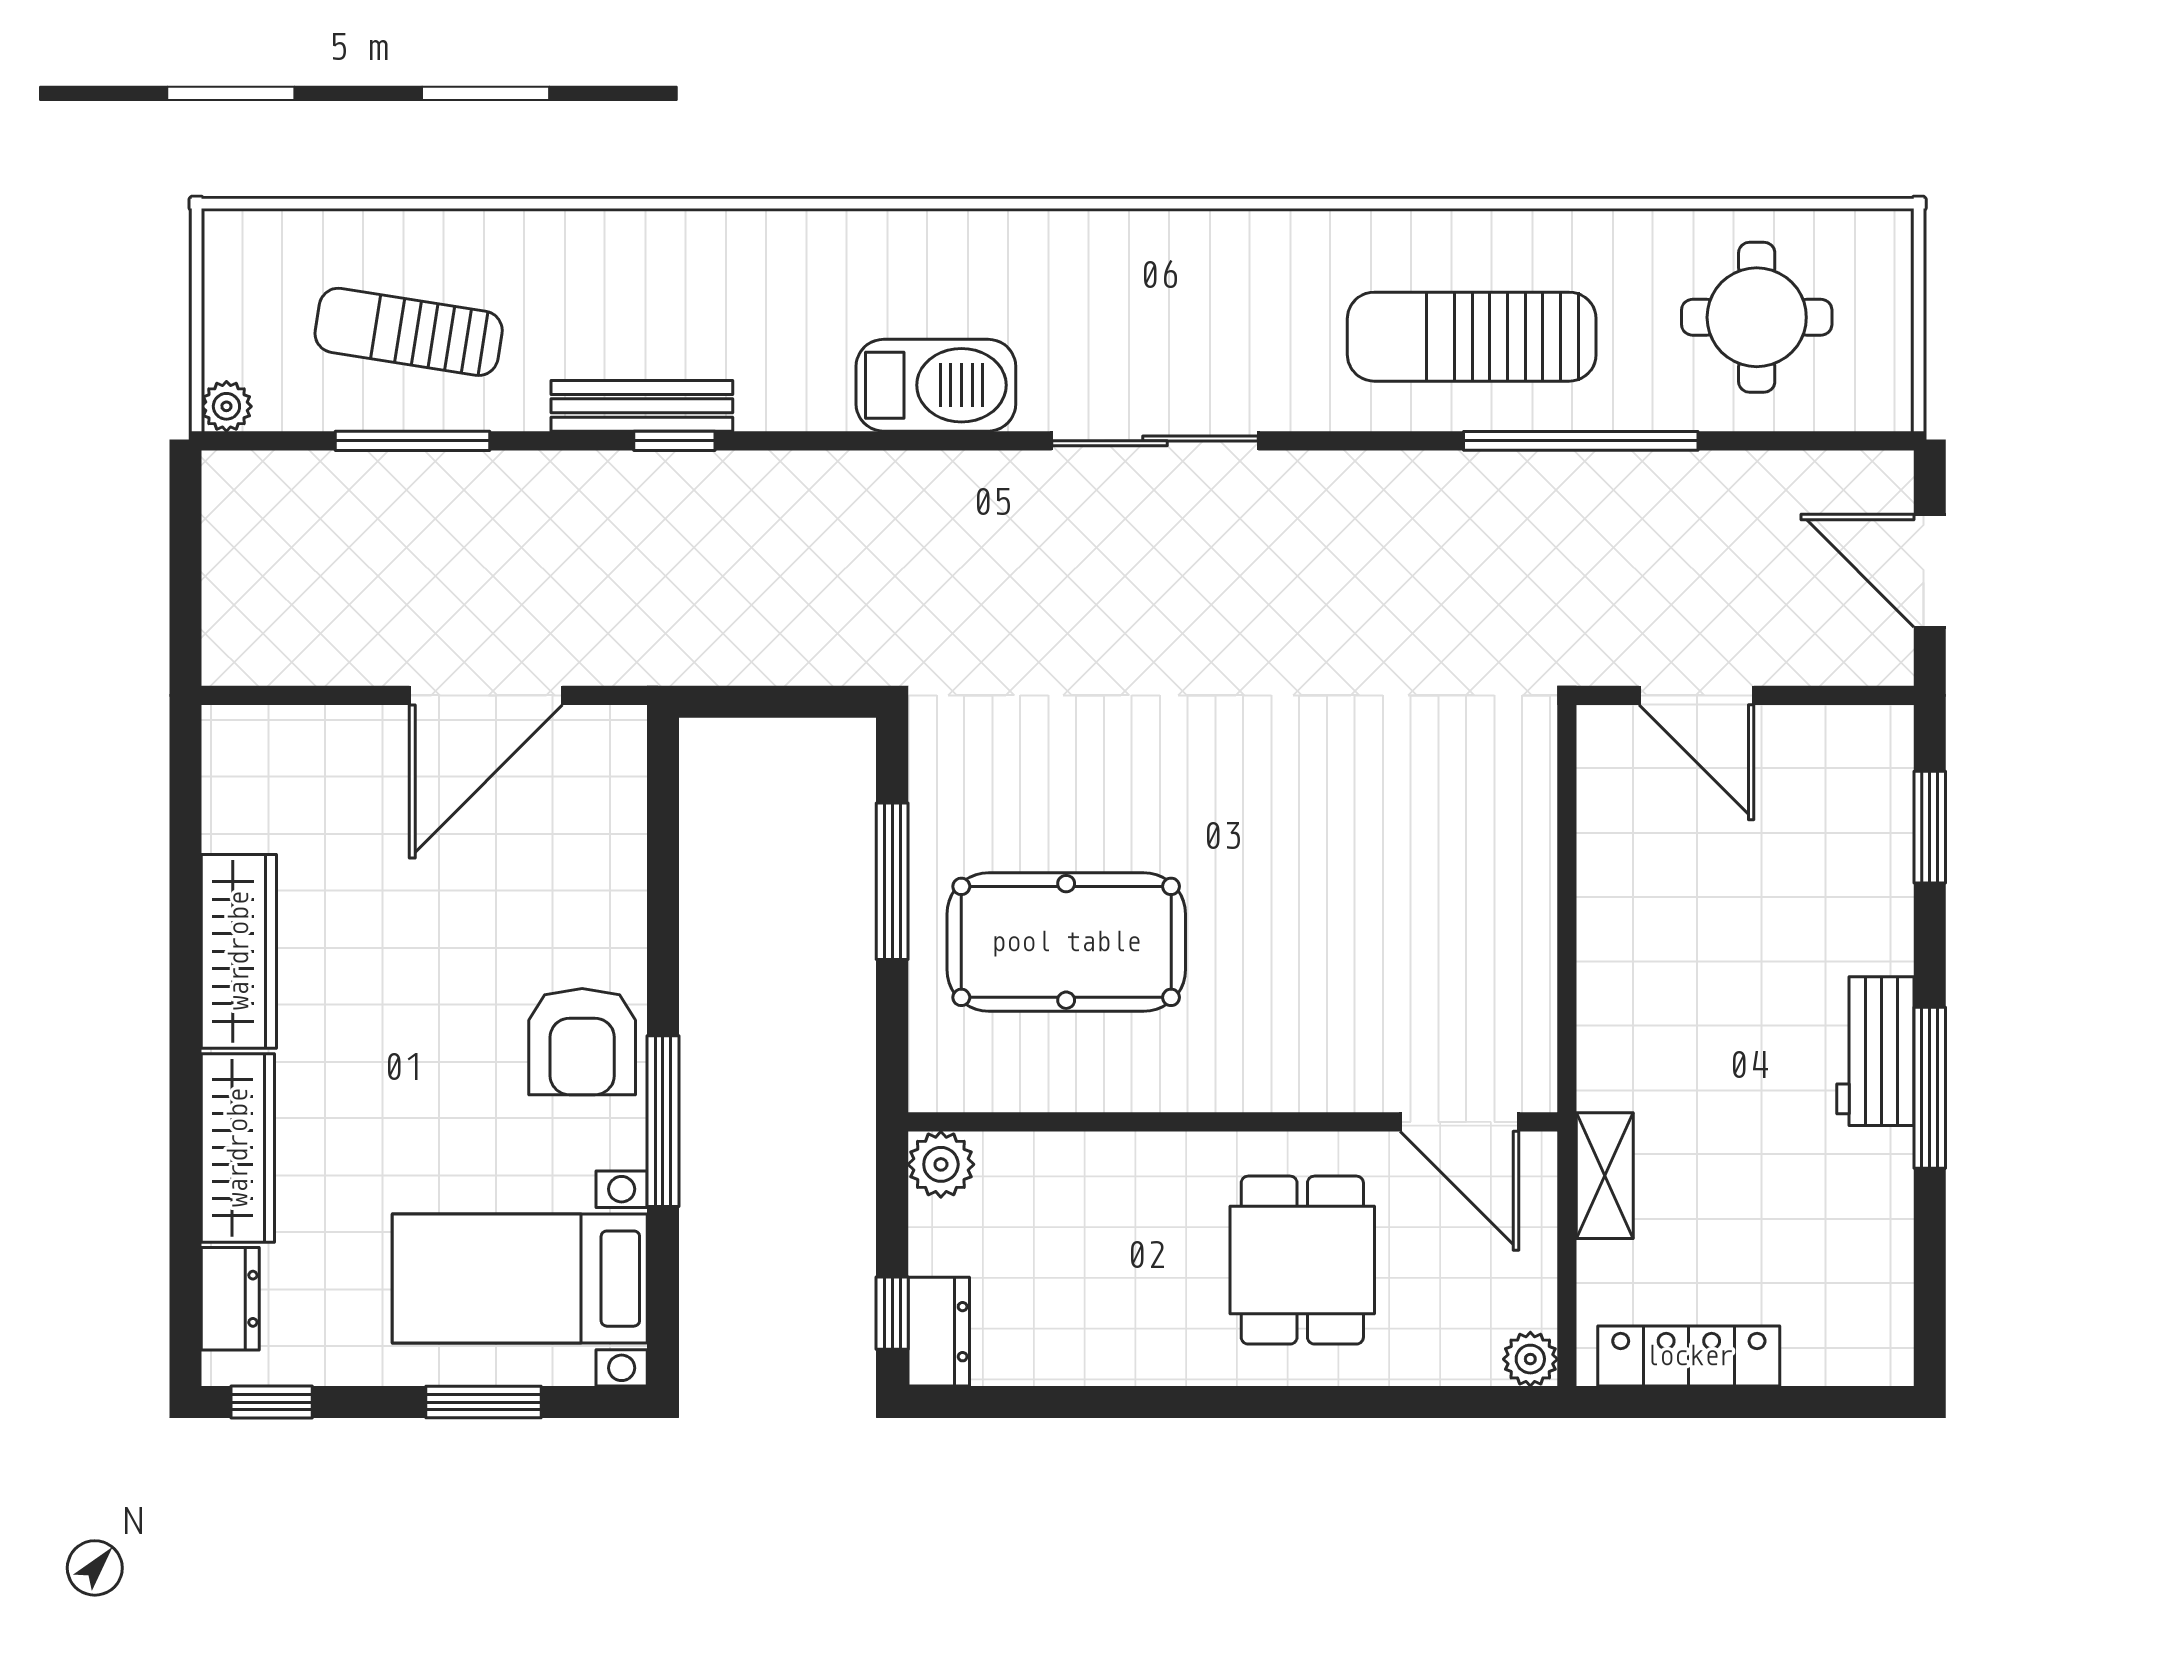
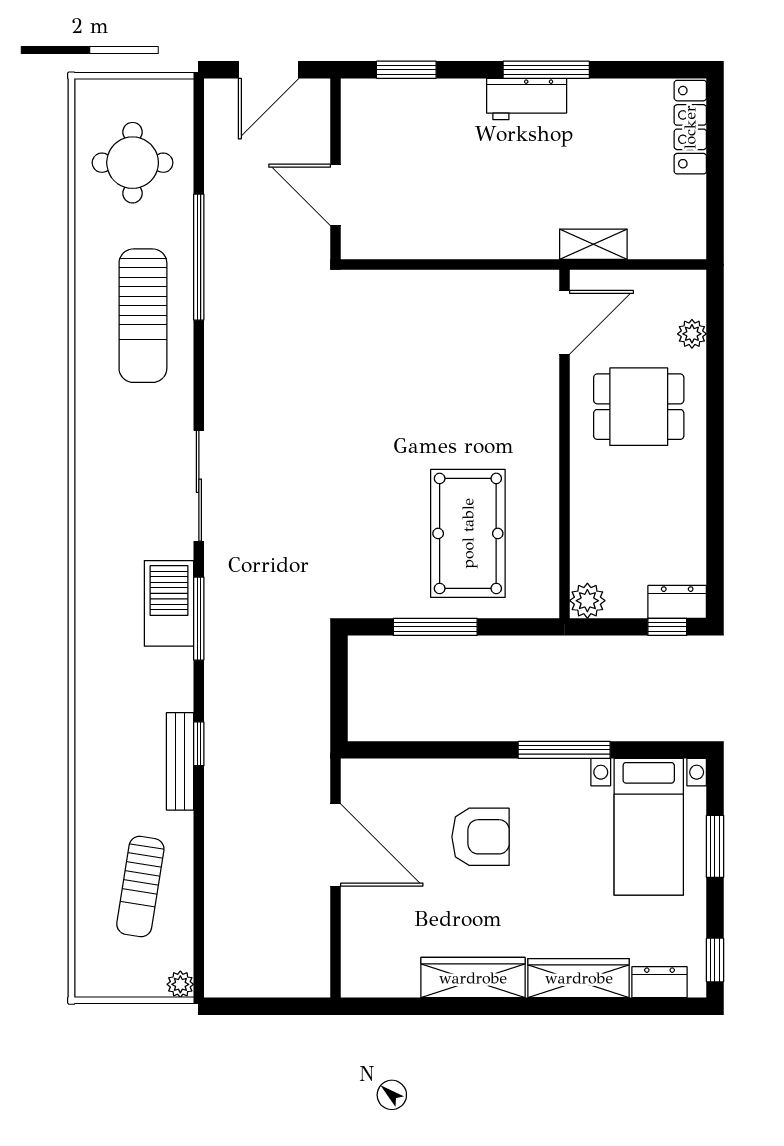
window: (412, 441) -> (199, 619), moved
door: (1697, 695) -> (336, 195), swing flipped
armchair: (582, 1042) -> (481, 837), moved
locker: (1689, 1356) -> (690, 127), moved
plant: (1530, 1359) -> (692, 334), moved

